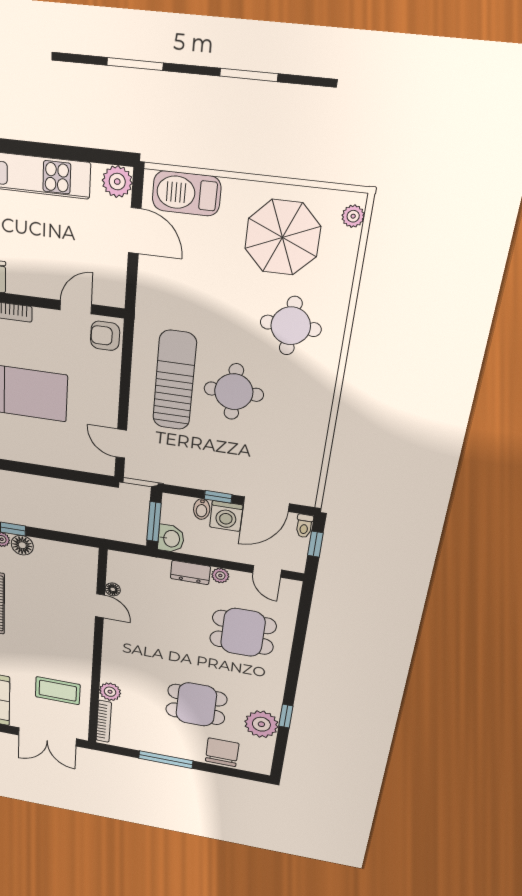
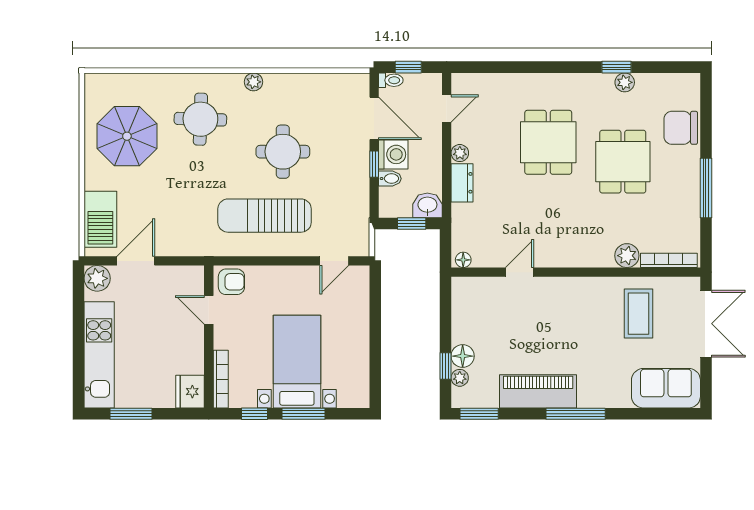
plant: (353, 216) -> (254, 82), moved
armchair: (105, 336) -> (231, 282), turned -90
round table: (234, 392) -> (283, 152), moved
window: (154, 522) -> (412, 223), width x0.67
floor lamp: (113, 589) -> (463, 260), moved
dining table: (243, 632) -> (548, 142), moved
plant: (261, 724) -> (625, 82), width x0.53, depth x0.53

